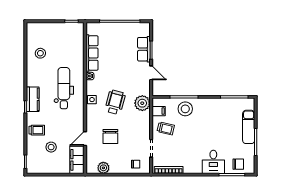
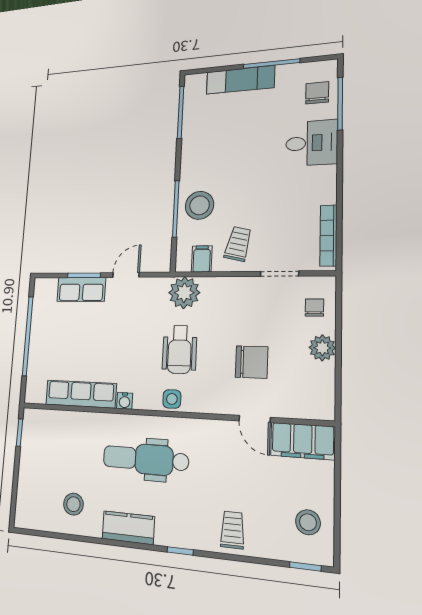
kitchen counter: (33, 99) -> (128, 528), moved
wheelchair: (115, 102) -> (180, 350), turned -105
stool: (51, 147) -> (308, 522), moved
plant: (103, 168) -> (322, 348), moved

